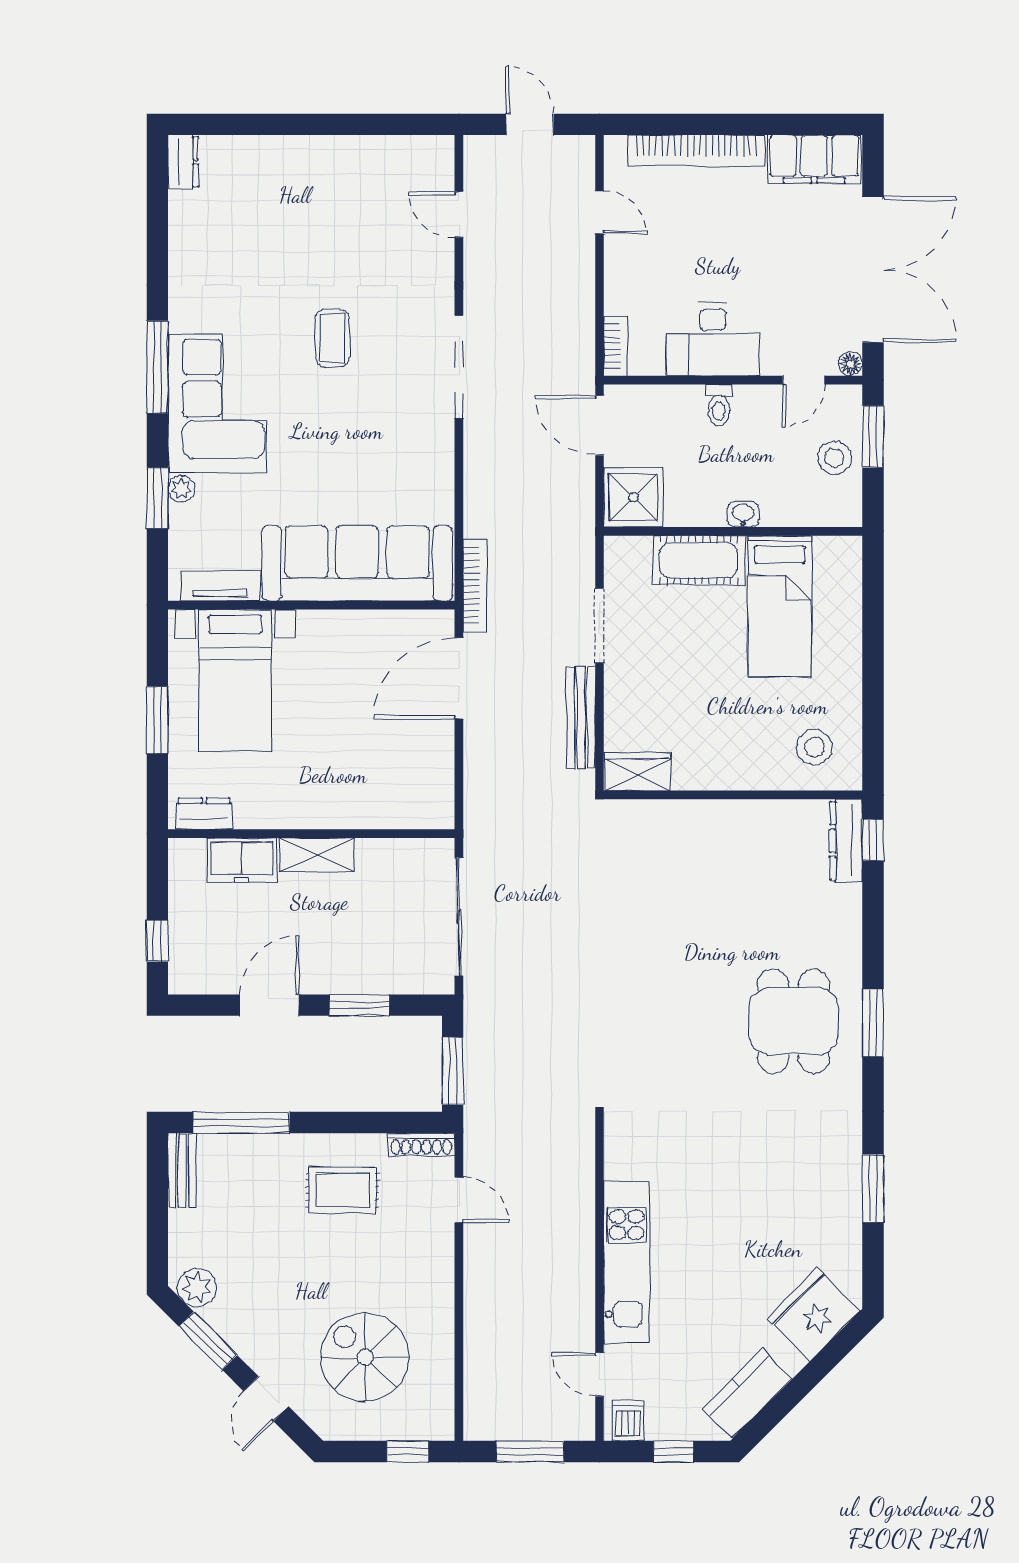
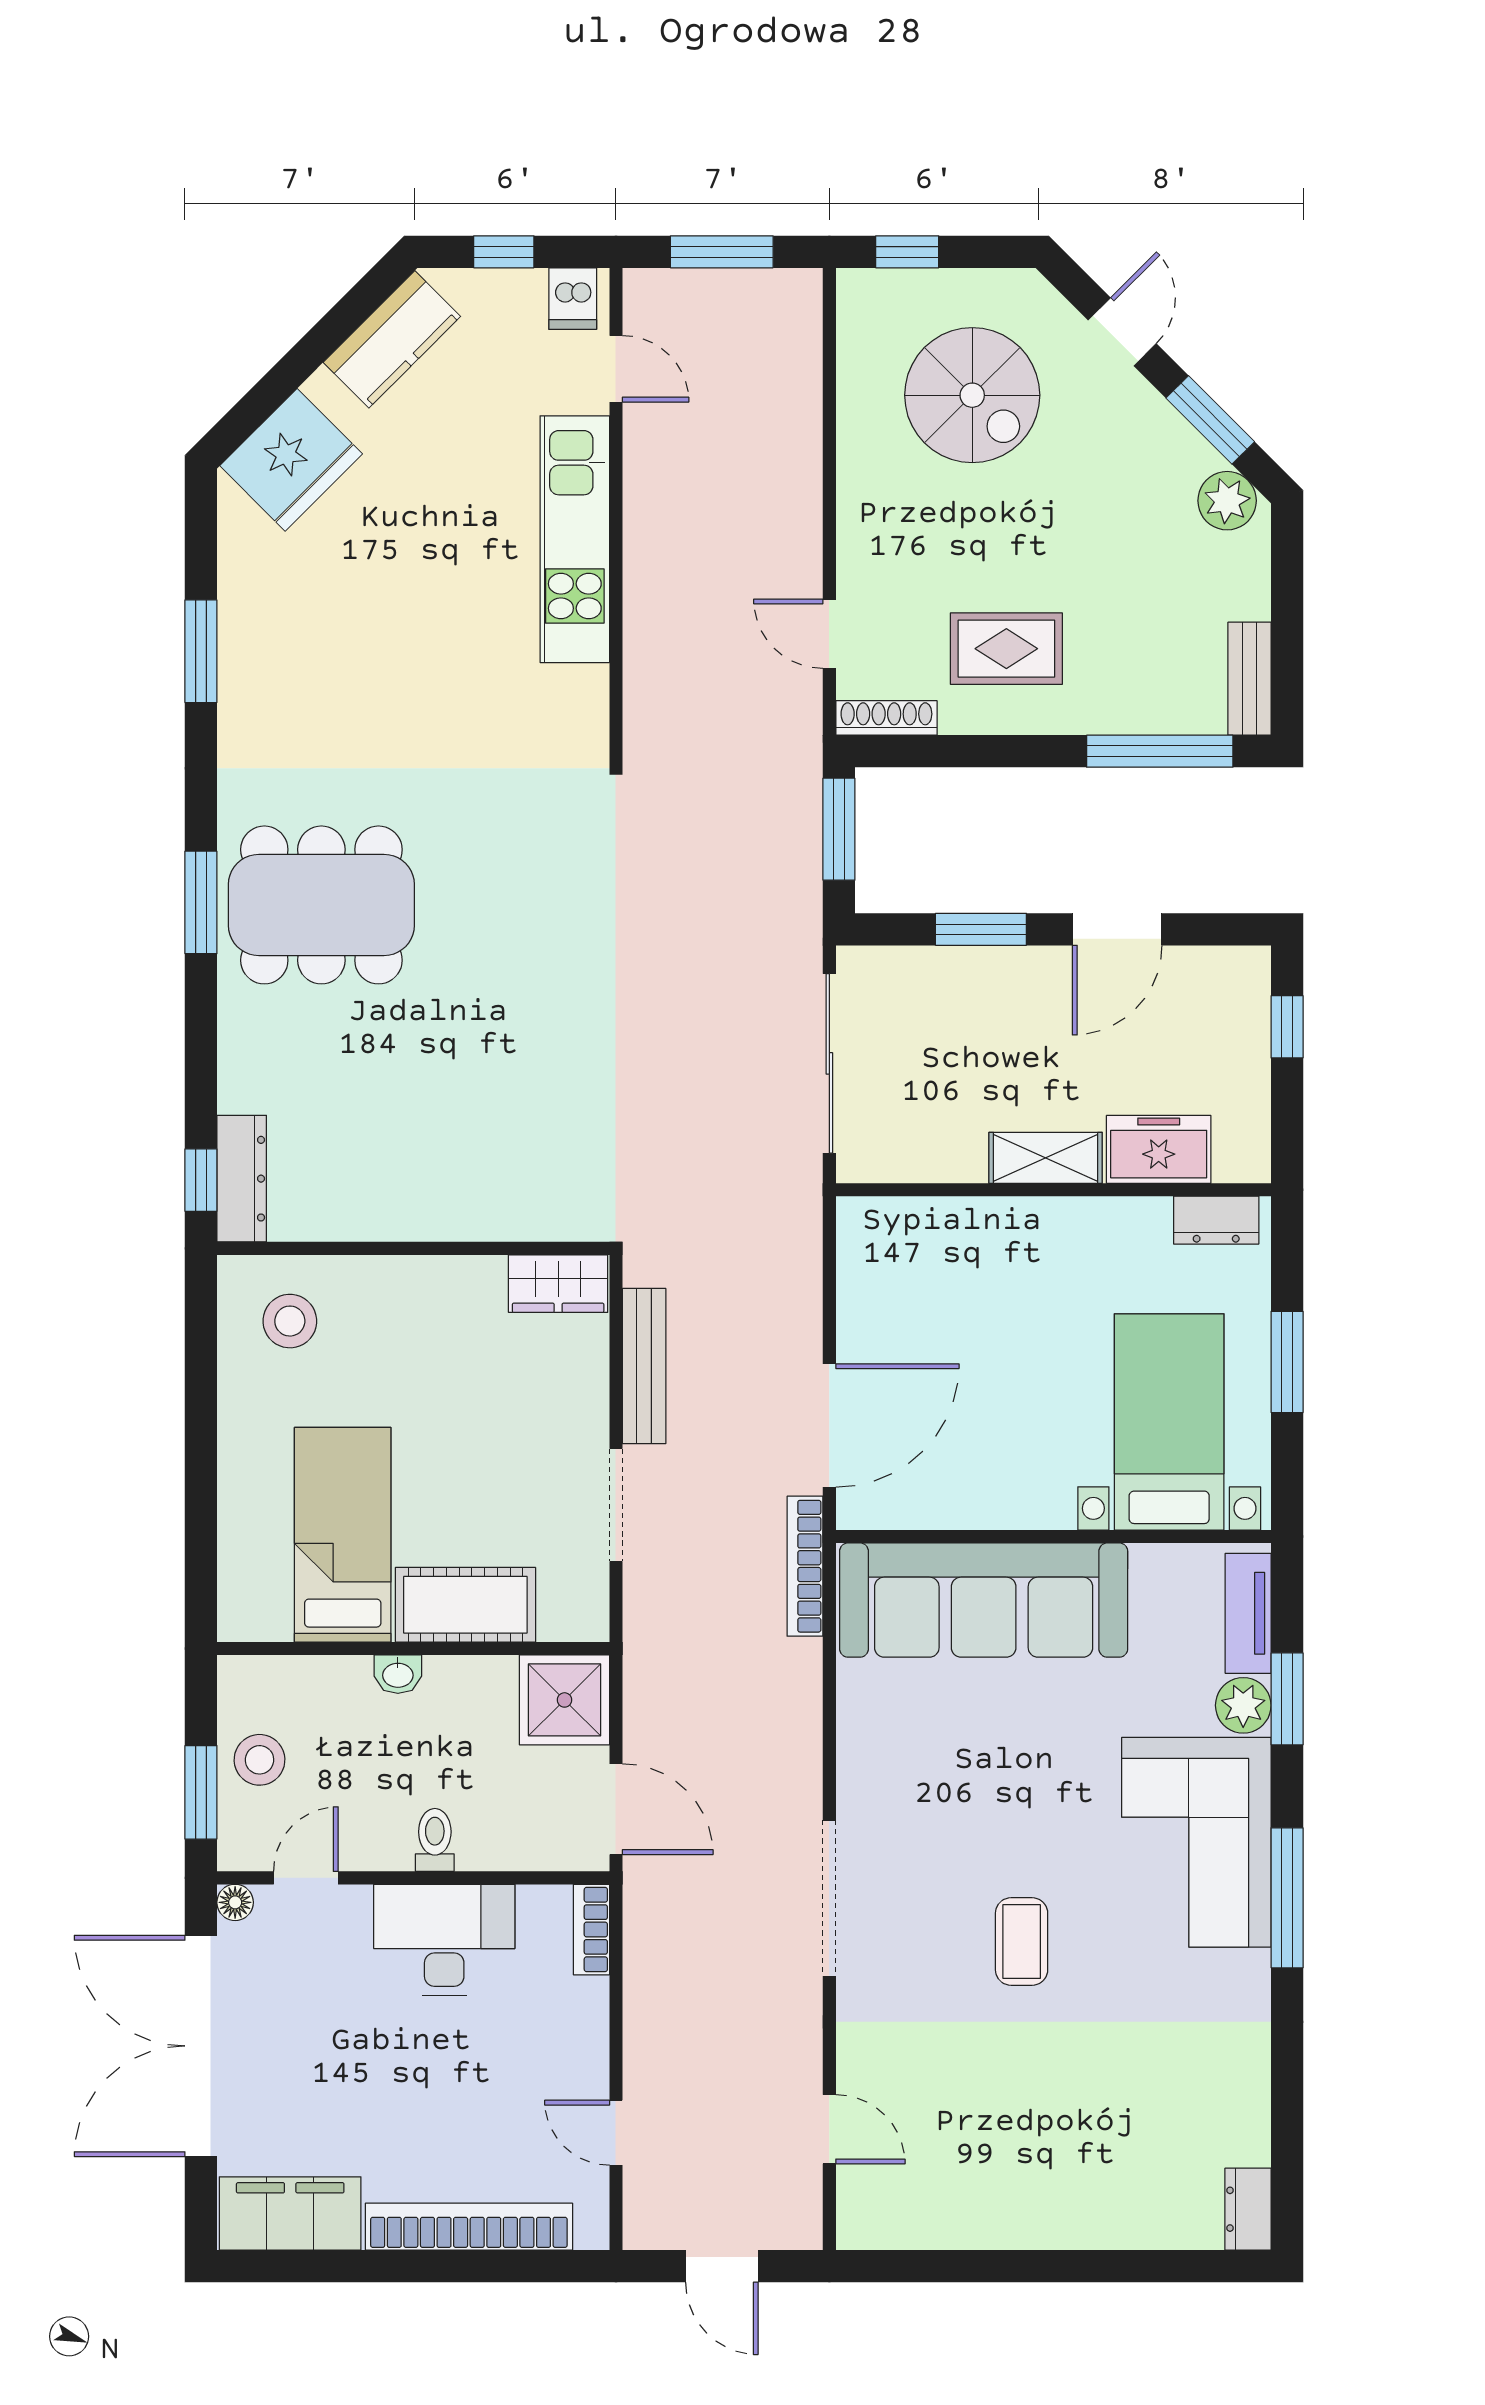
plant: (181, 489) -> (1243, 1705), width x1.38, depth x1.38
tv unit: (220, 586) -> (1248, 1613), moved, turned 90
dining table: (794, 1021) -> (321, 905), width x1.38

